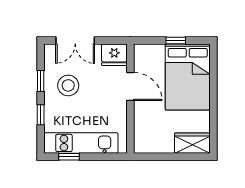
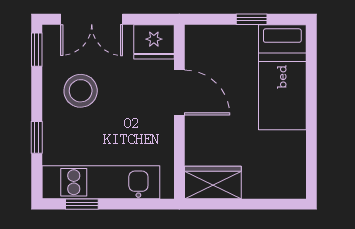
bed: (188, 77) -> (282, 77), width x0.67
window: (41, 81) -> (37, 50), moved
wardrobe: (192, 143) -> (213, 182), moved

